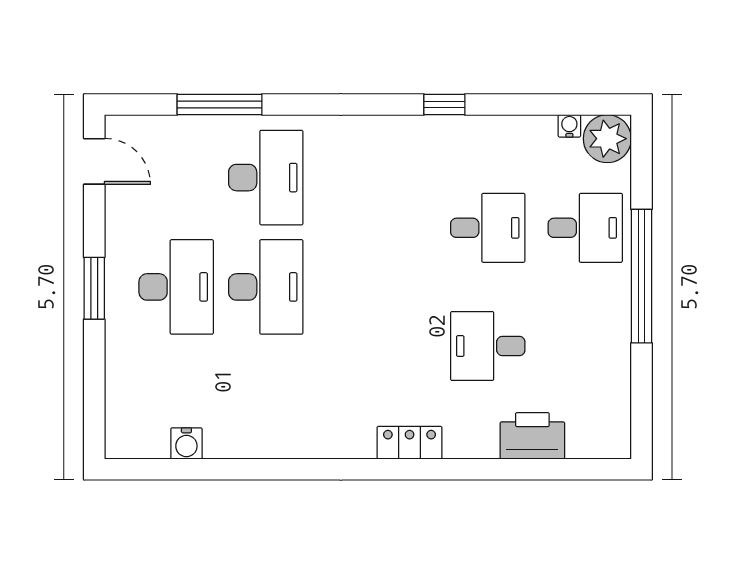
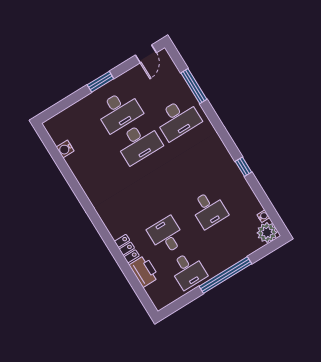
desk: (585, 228) -> (188, 270), moved
locker: (410, 443) -> (127, 249), moved

